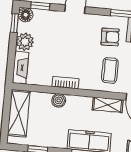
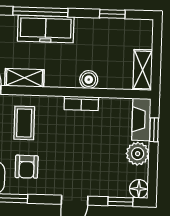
window: (15, 23) -> (154, 130), moved
armchair: (110, 37) -> (27, 167), turned -88
shelving: (19, 113) -> (143, 70), width x0.67, depth x0.75

